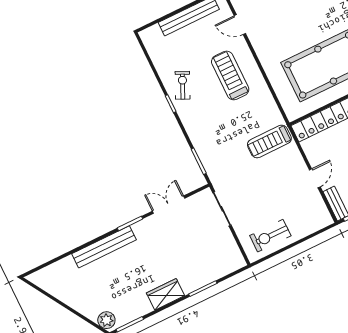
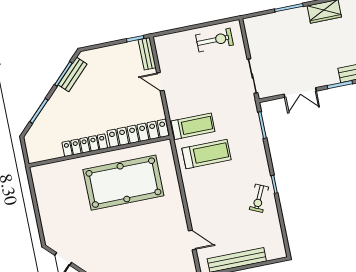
treadmill: (230, 75) -> (207, 154), moved, turned -90
door: (315, 178) -> (160, 82), hinge flipped

